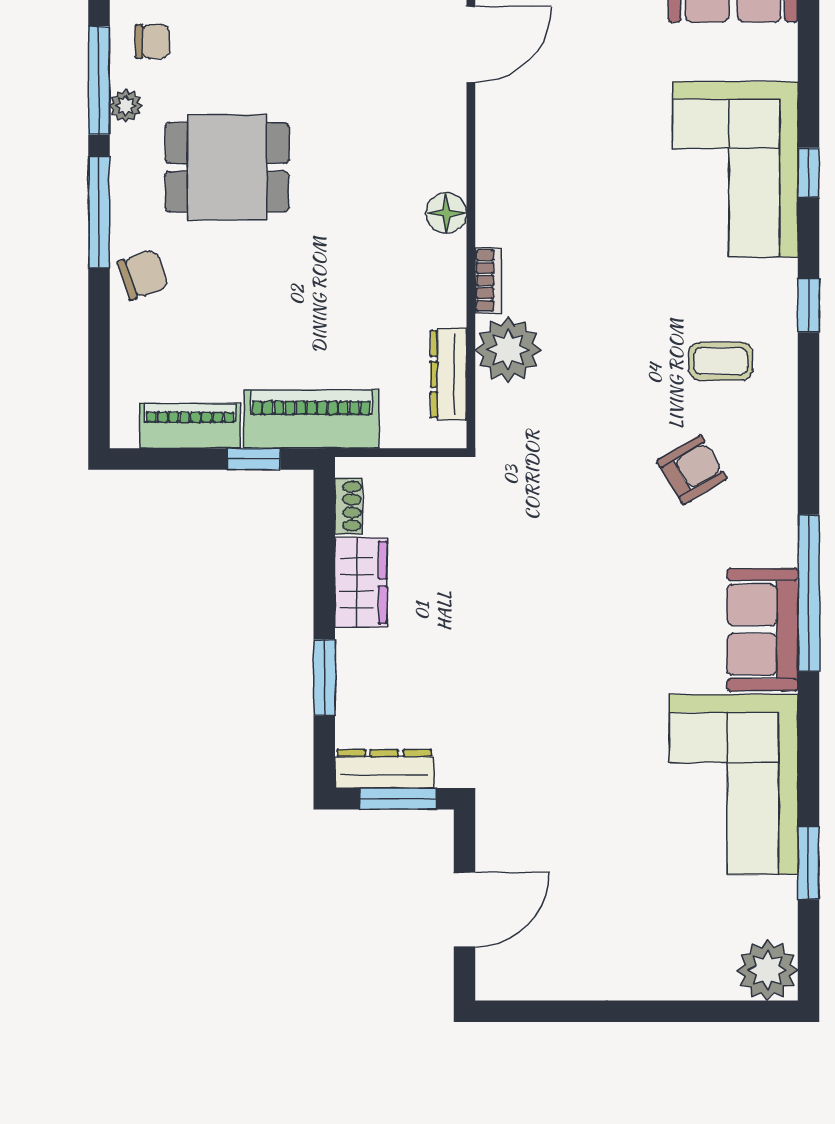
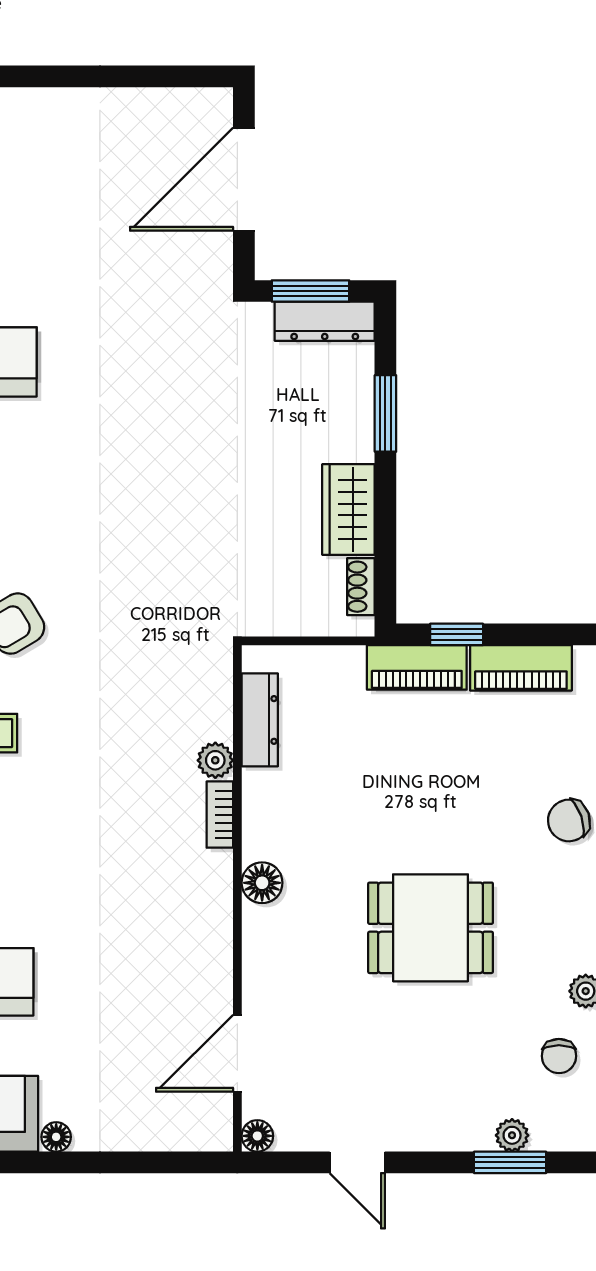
chair: (152, 42) -> (559, 1056), turned -90
dining table: (227, 167) -> (431, 928), moved
plant: (508, 350) -> (215, 760), width x0.53, depth x0.53
piano: (311, 419) -> (417, 667), width x0.73, depth x0.75
door: (464, 909) -> (244, 179), width x1.36

